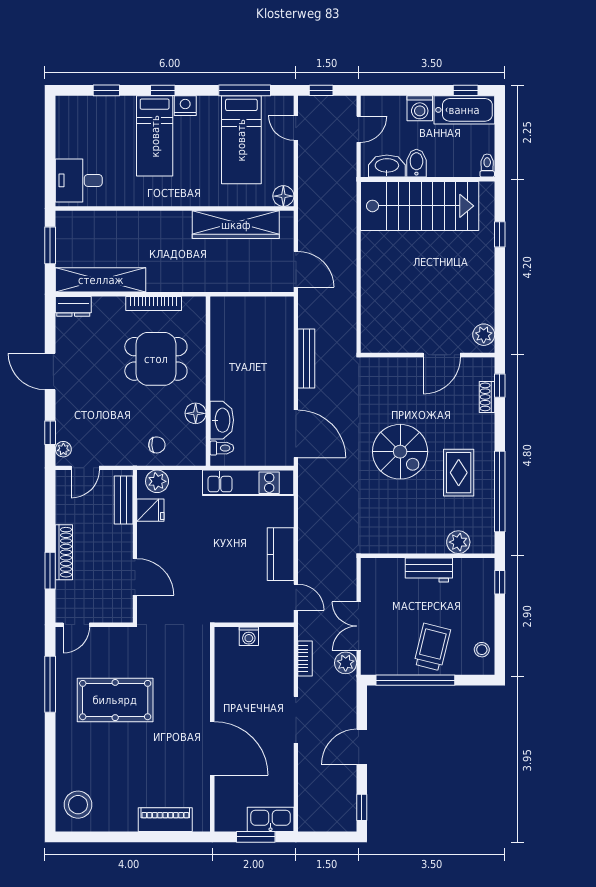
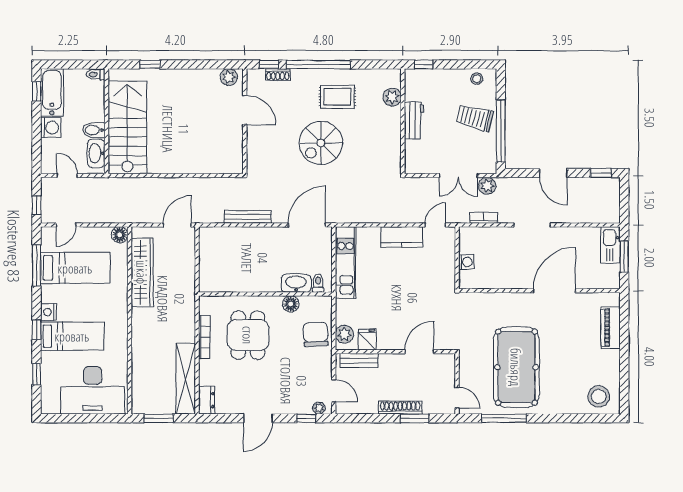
desk: (79, 180) -> (93, 390), width x1.87, depth x1.30
chair: (157, 445) -> (316, 334), width x1.87, depth x1.87
spiral stairs: (400, 452) -> (321, 143), turned 180
window: (500, 492) -> (318, 64), moved
pool table: (115, 700) -> (516, 367), width x1.36, depth x1.32

